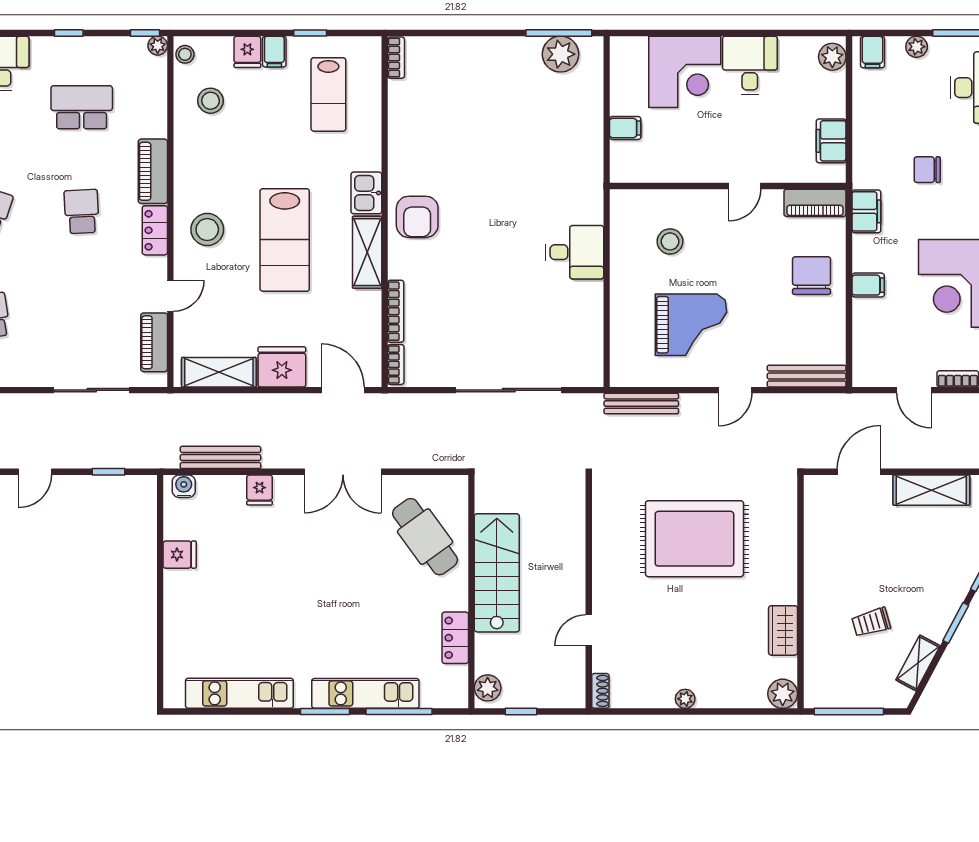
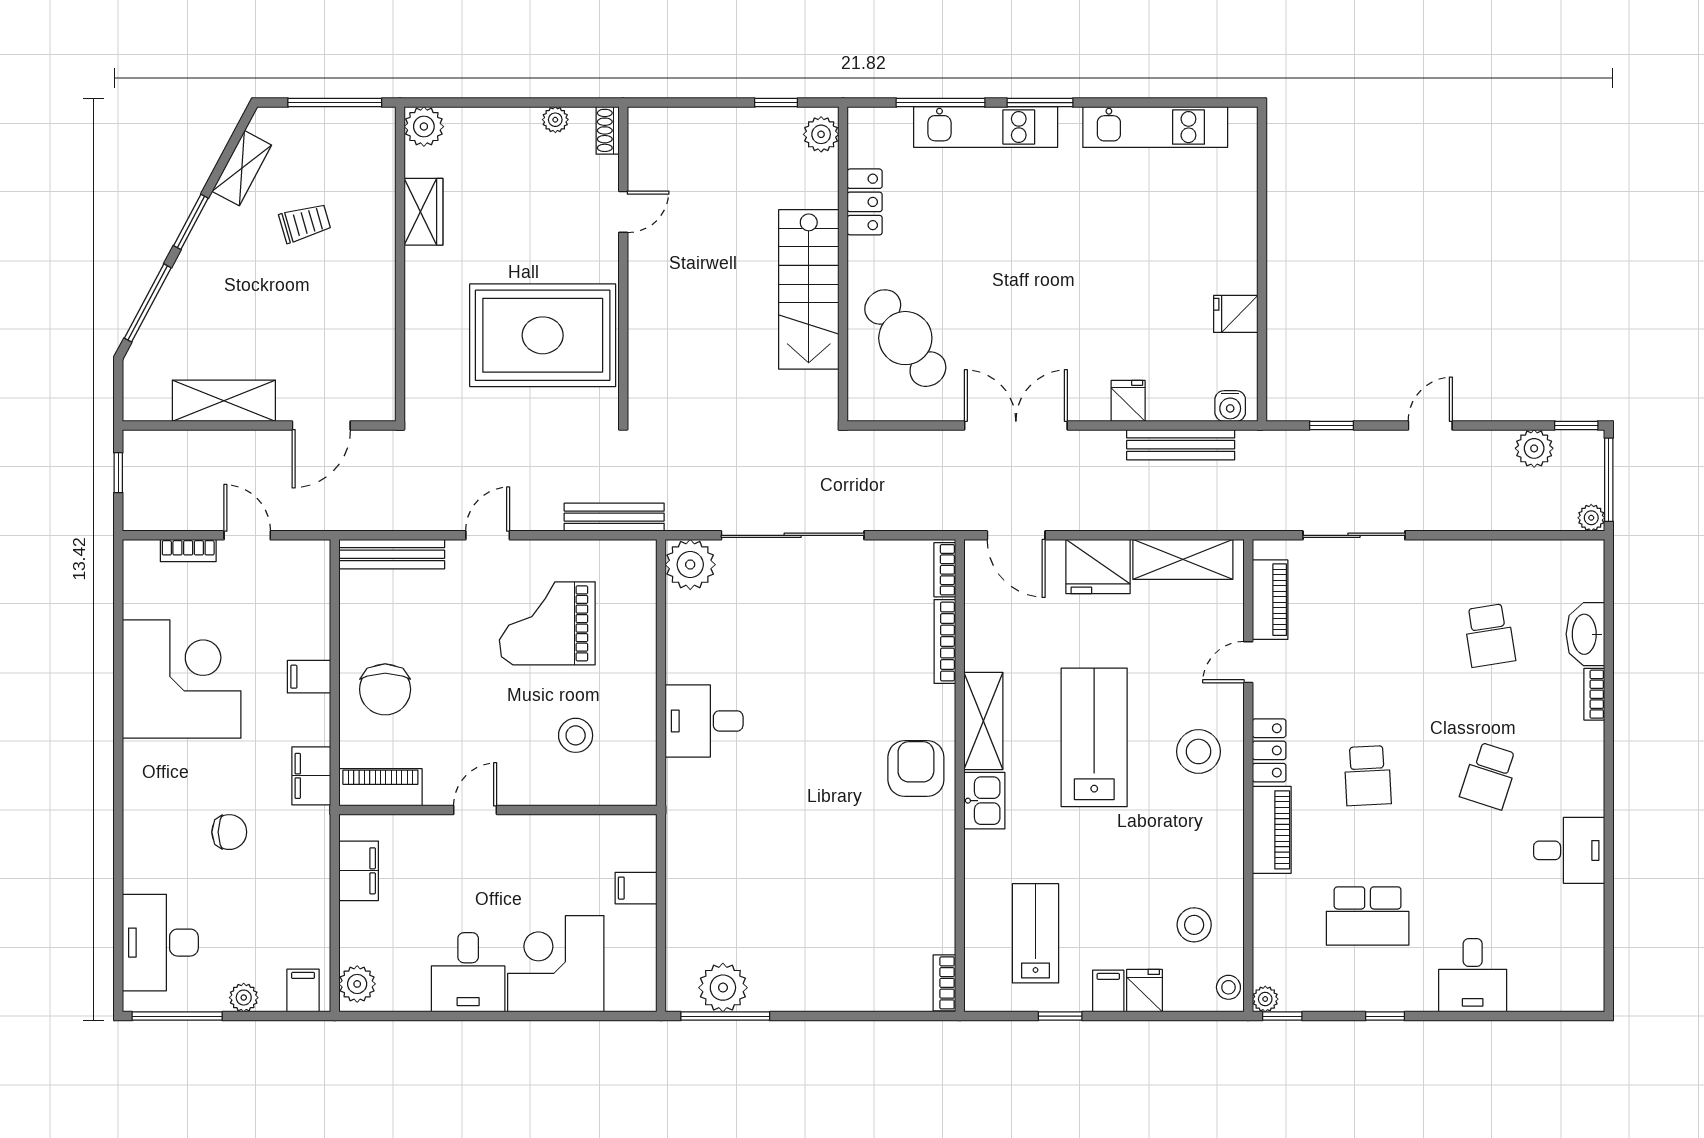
plant: (585, 368) -> (690, 565), added
wall: (589, 592) -> (623, 264), moved
door: (589, 630) -> (623, 212), moved
shoe rack: (600, 691) -> (608, 130), moved

